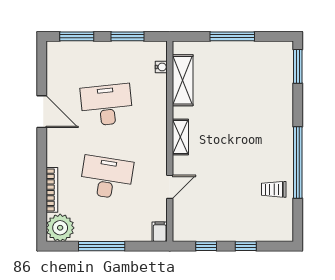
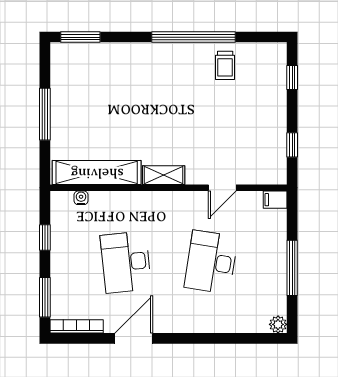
window: (127, 36) -> (45, 237), width x0.67
shelving: (183, 80) -> (97, 173), width x1.47
door: (170, 187) -> (222, 188), swing flipped
bookcase: (52, 190) -> (77, 326), moved
plant: (60, 228) -> (278, 324), width x0.53, depth x0.53
window: (246, 246) -> (292, 78), moved

